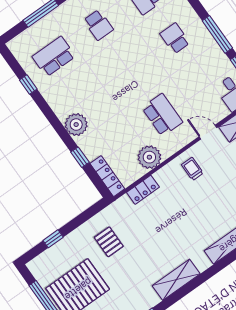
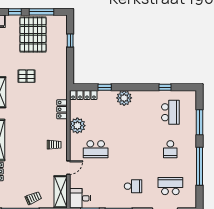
school desk: (98, 25) -> (170, 149), turned -90
pallet: (109, 242) -> (27, 76), moved

